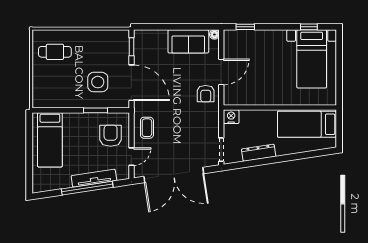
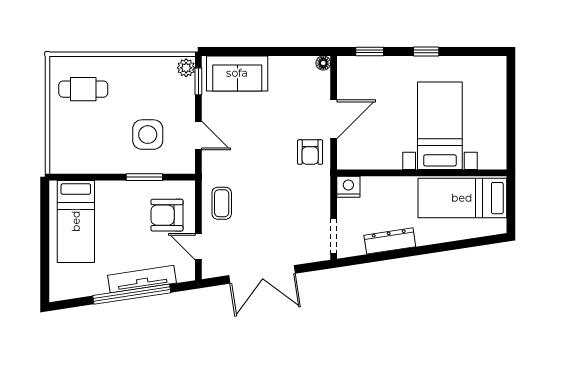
window: (309, 27) -> (426, 52), moved
plant: (123, 38) -> (186, 68), added
sofa: (188, 41) -> (237, 73), moved
bed with nightstands: (312, 59) -> (440, 126), moved, turned 180
door: (131, 83) -> (198, 136), width x0.53
armchair: (111, 136) -> (167, 215), turned -90
door: (131, 157) -> (198, 247), swing flipped
double door: (174, 175) -> (262, 274), width x0.73

